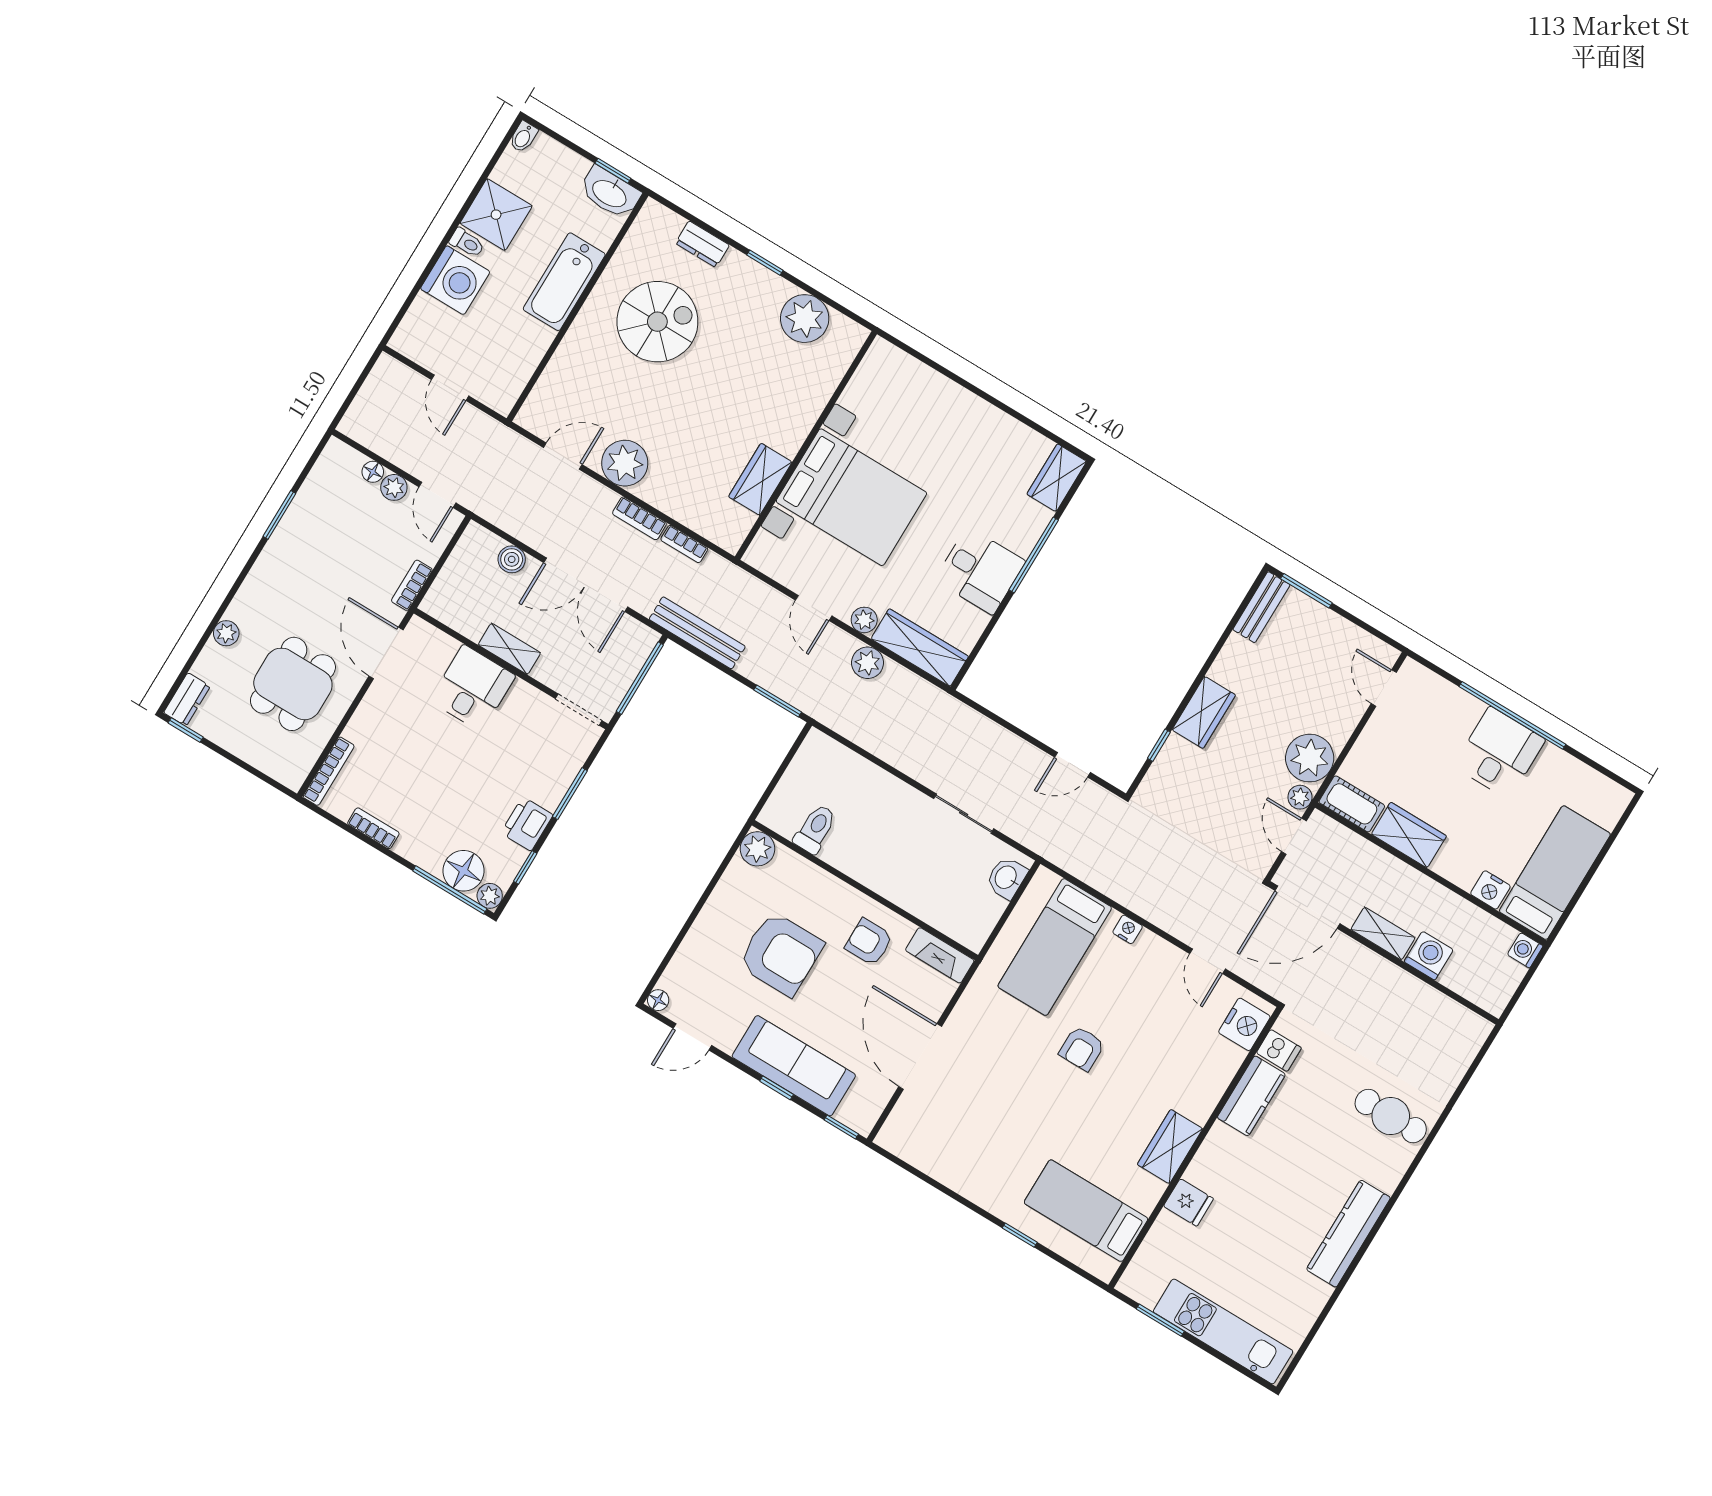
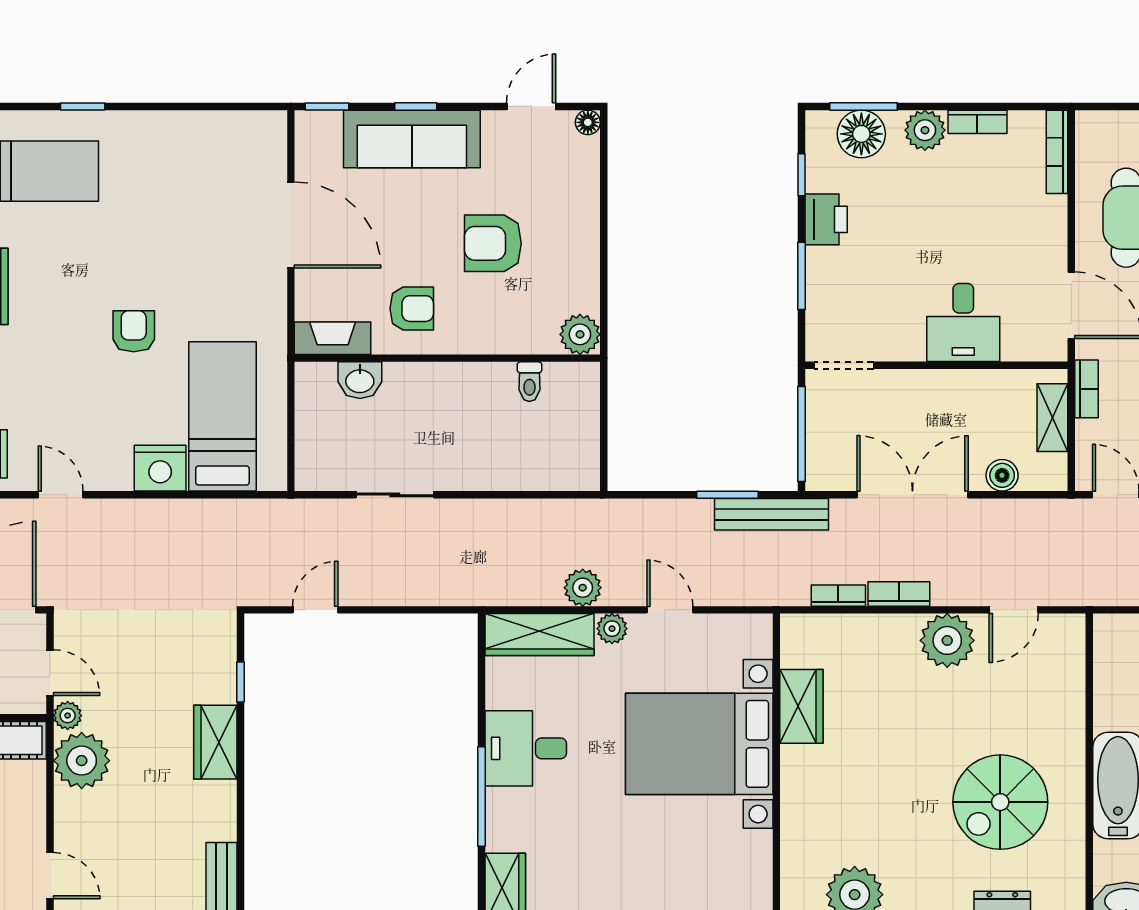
shelving: (509, 649) -> (1052, 418), moved, turned 90
window: (778, 701) -> (728, 495), moved
toilet: (815, 829) -> (529, 382), width x0.73, depth x0.72
washbasin: (1006, 878) -> (360, 380), moved, turned 90
window: (450, 890) -> (863, 106), width x0.69
plant: (490, 896) -> (925, 130), moved, width x1.38, depth x1.38
nightstand: (1128, 929) -> (160, 468), width x1.89, depth x1.79
armchair: (781, 954) -> (493, 243), width x0.73, depth x0.73

